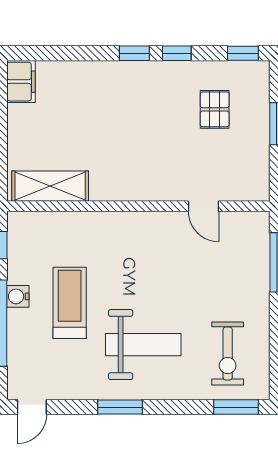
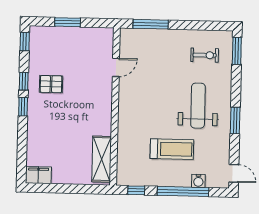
pallet: (215, 109) -> (51, 84), moved
water cooler: (18, 296) -> (198, 181), moved
treadmill: (70, 303) -> (172, 149), turned 180
exercise bike: (228, 353) -> (205, 55), width x0.73, depth x0.72

